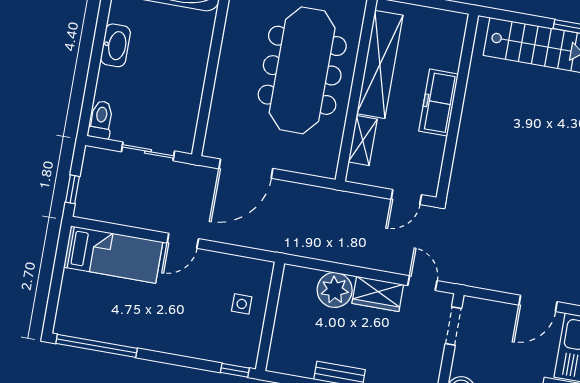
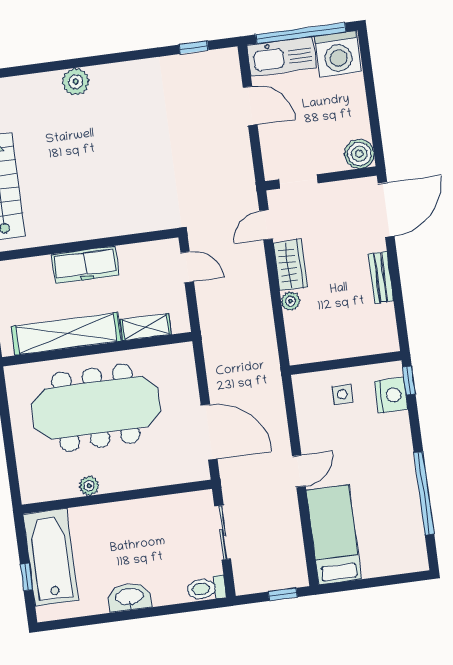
plant: (231, 41) -> (89, 486), added
door: (183, 241) -> (299, 471), hinge flipped
plant: (335, 290) -> (291, 301), width x0.53, depth x0.53
window: (97, 346) -> (424, 493), moved
nightstand: (226, 350) -> (391, 395), added

